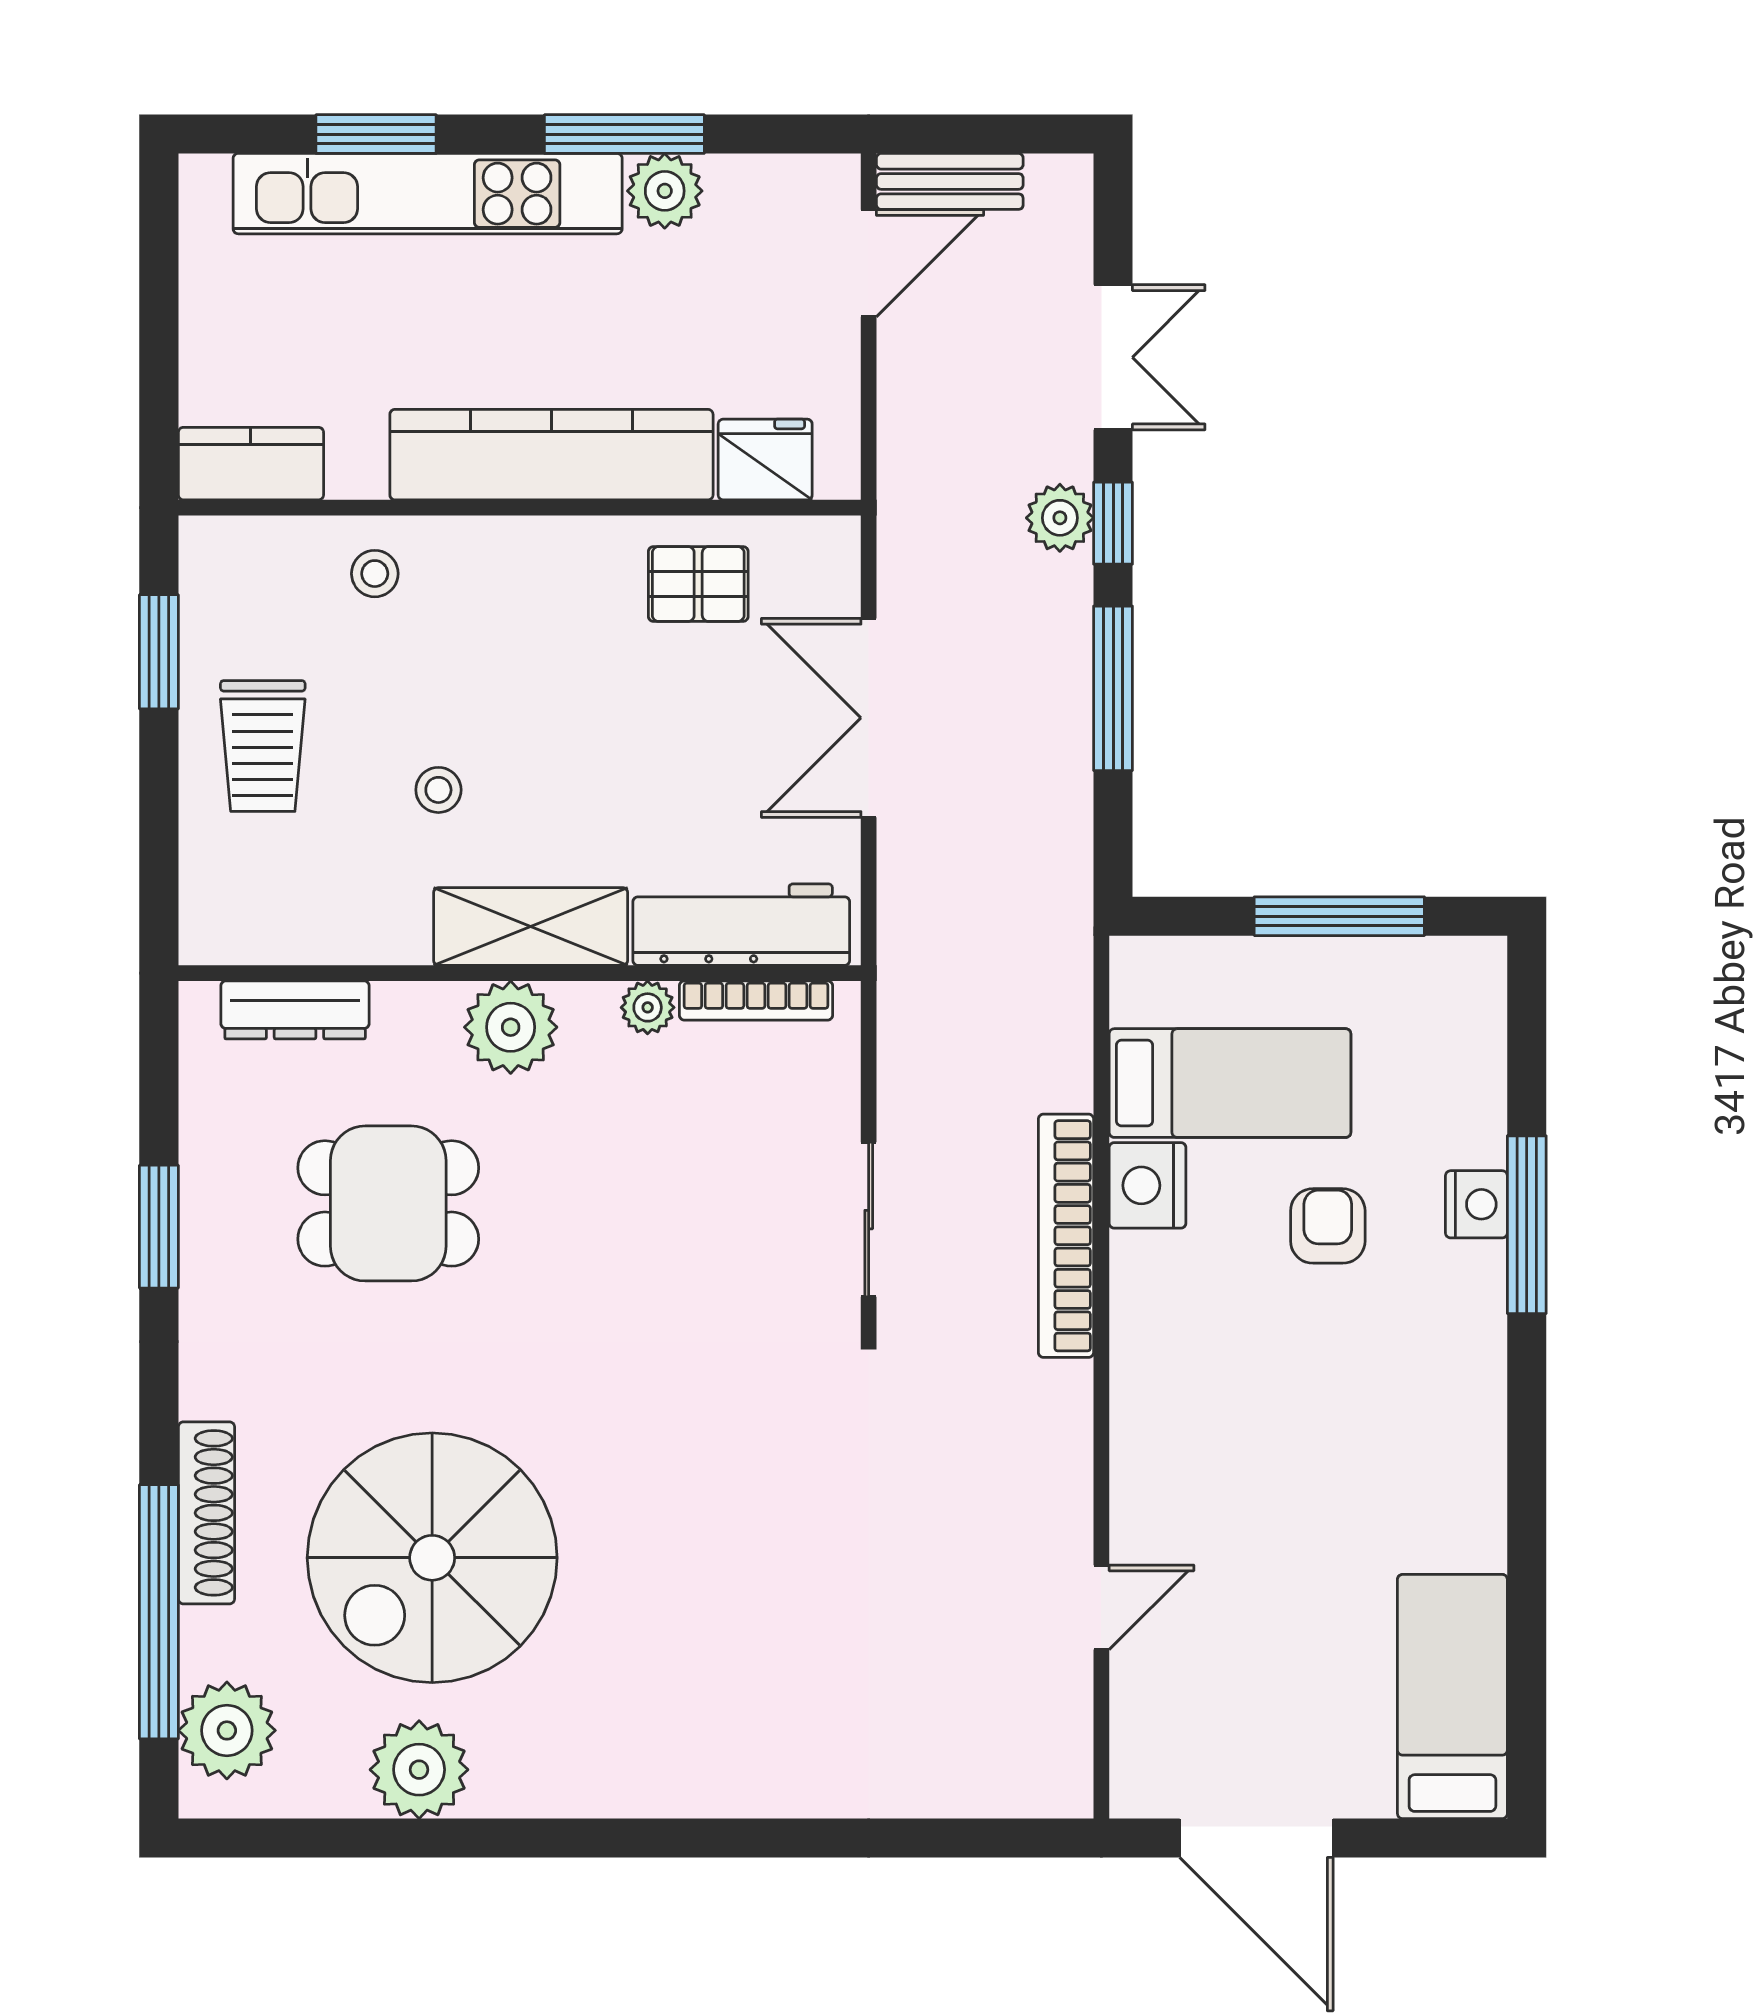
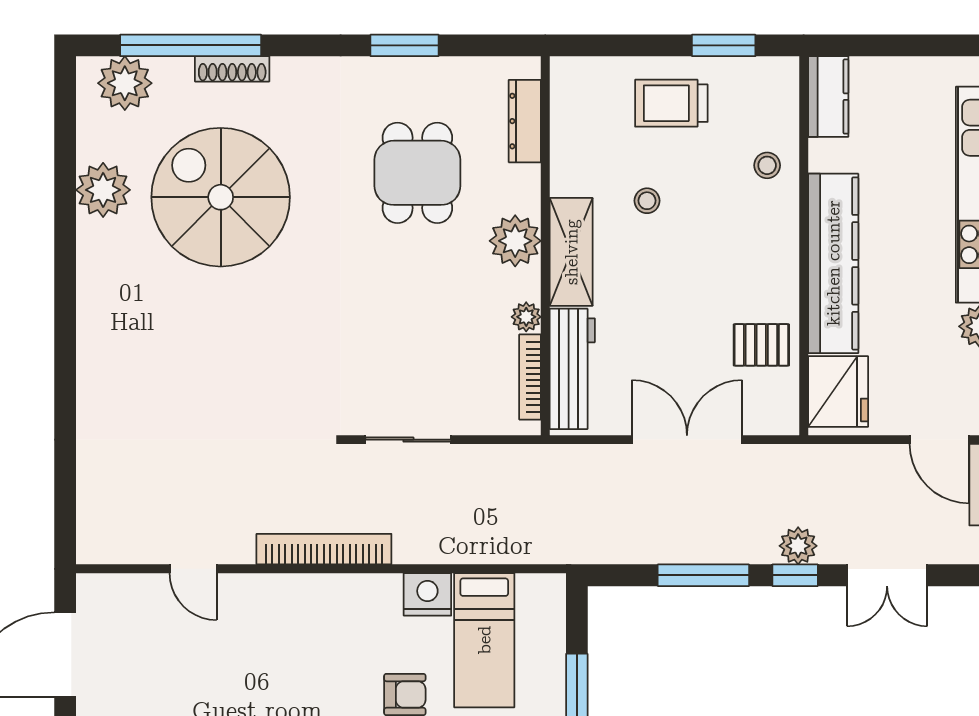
fridge: (765, 460) -> (838, 392), width x1.36, depth x1.34
pallet: (698, 584) -> (761, 345), turned 90
bookcase: (1066, 1236) -> (324, 549), moved
shoe rack: (206, 1513) -> (232, 69), width x0.74, depth x0.81

